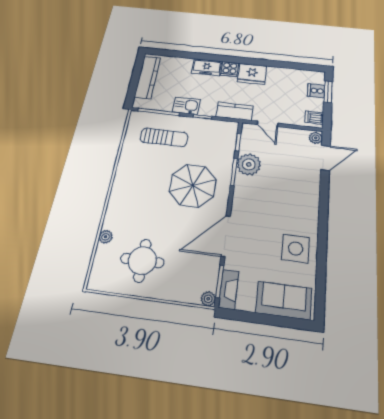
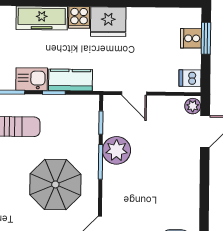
freezer: (207, 67) -> (42, 18), width x1.40
kitchen counter: (234, 111) -> (70, 80), moved

